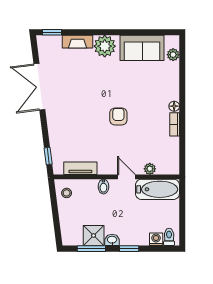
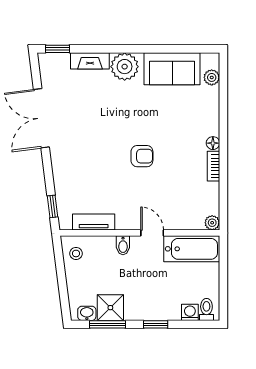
armchair: (118, 116) -> (142, 156), turned 90
plant: (150, 169) -> (212, 223), moved
washbasin: (112, 240) -> (87, 313), moved

